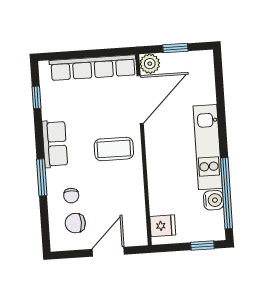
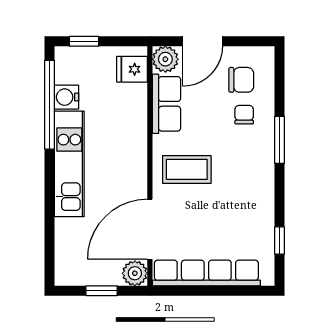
row of seats: (55, 144) -> (166, 104), moved, turned 180
plant: (137, 236) -> (165, 59), added

